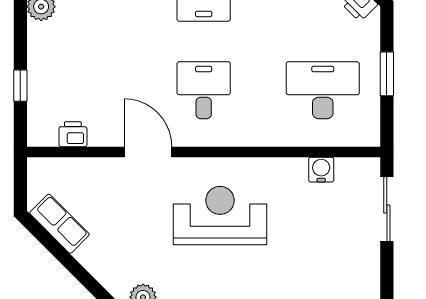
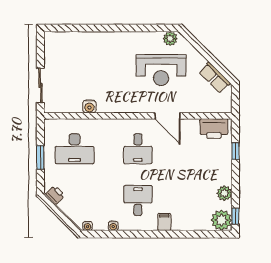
printer: (73, 134) -> (214, 129), width x1.87, depth x1.48
water cooler: (321, 170) -> (89, 106), moved
reception desk: (220, 216) -> (161, 70), moved

